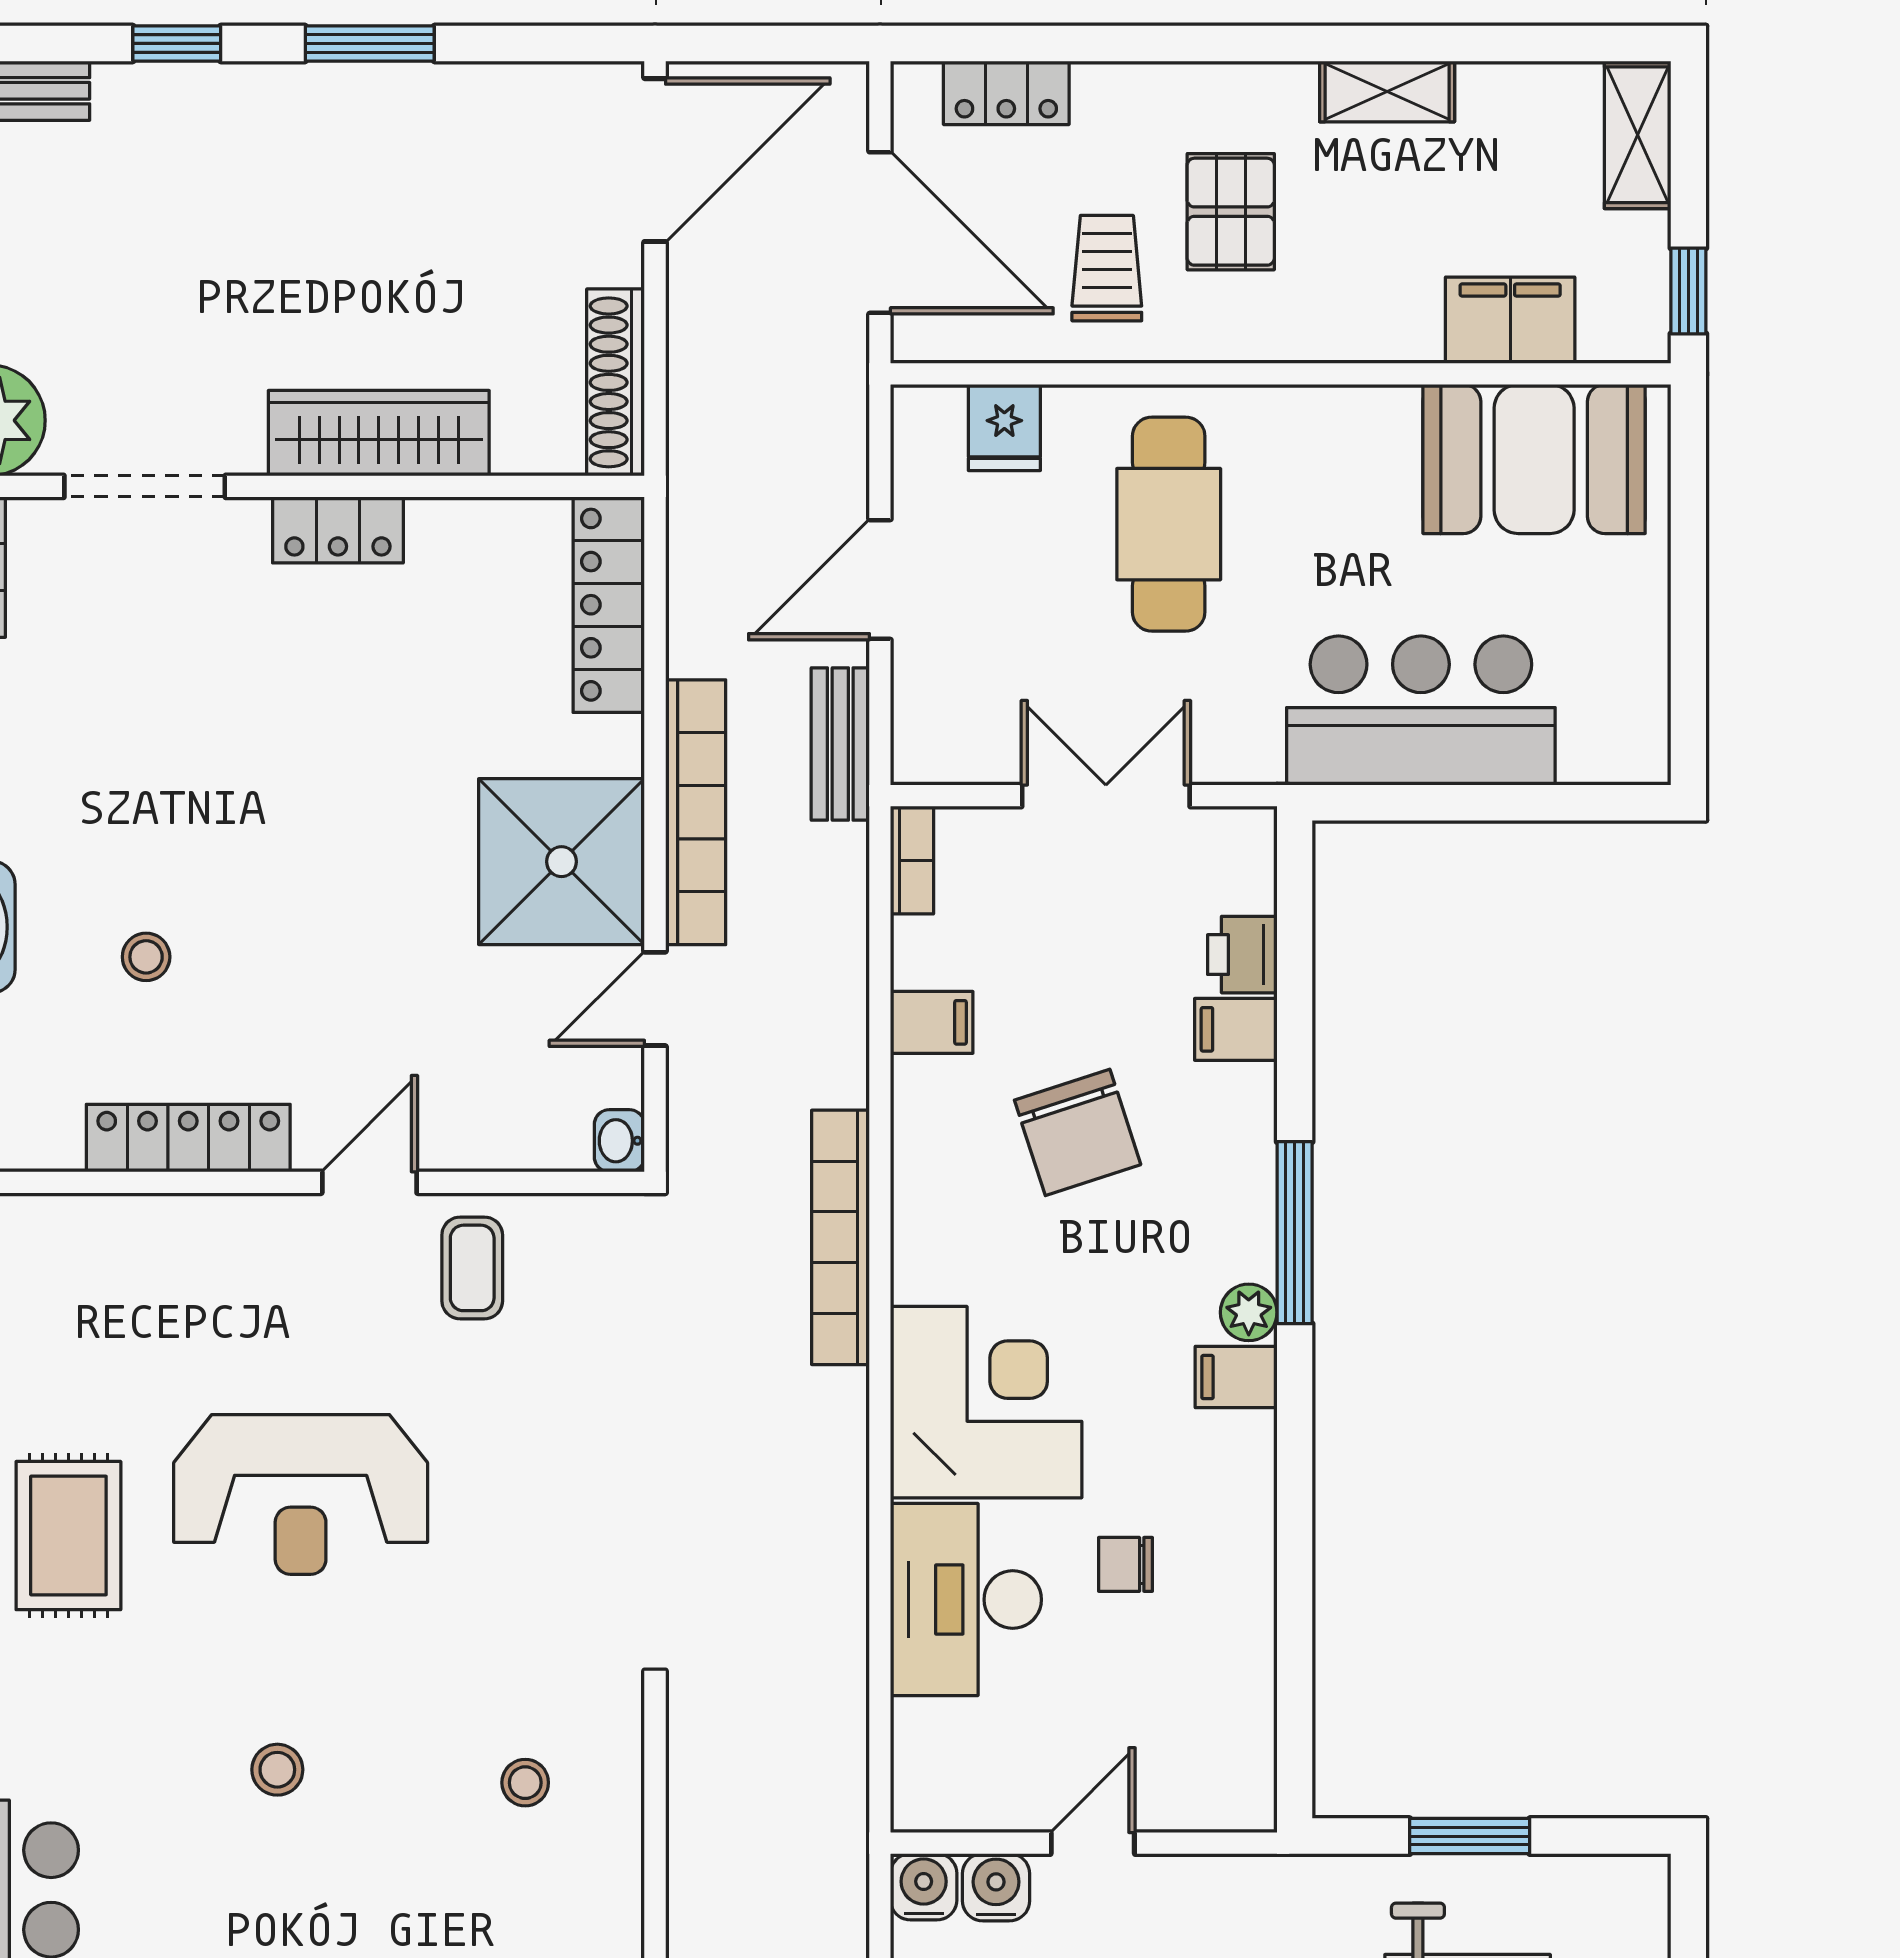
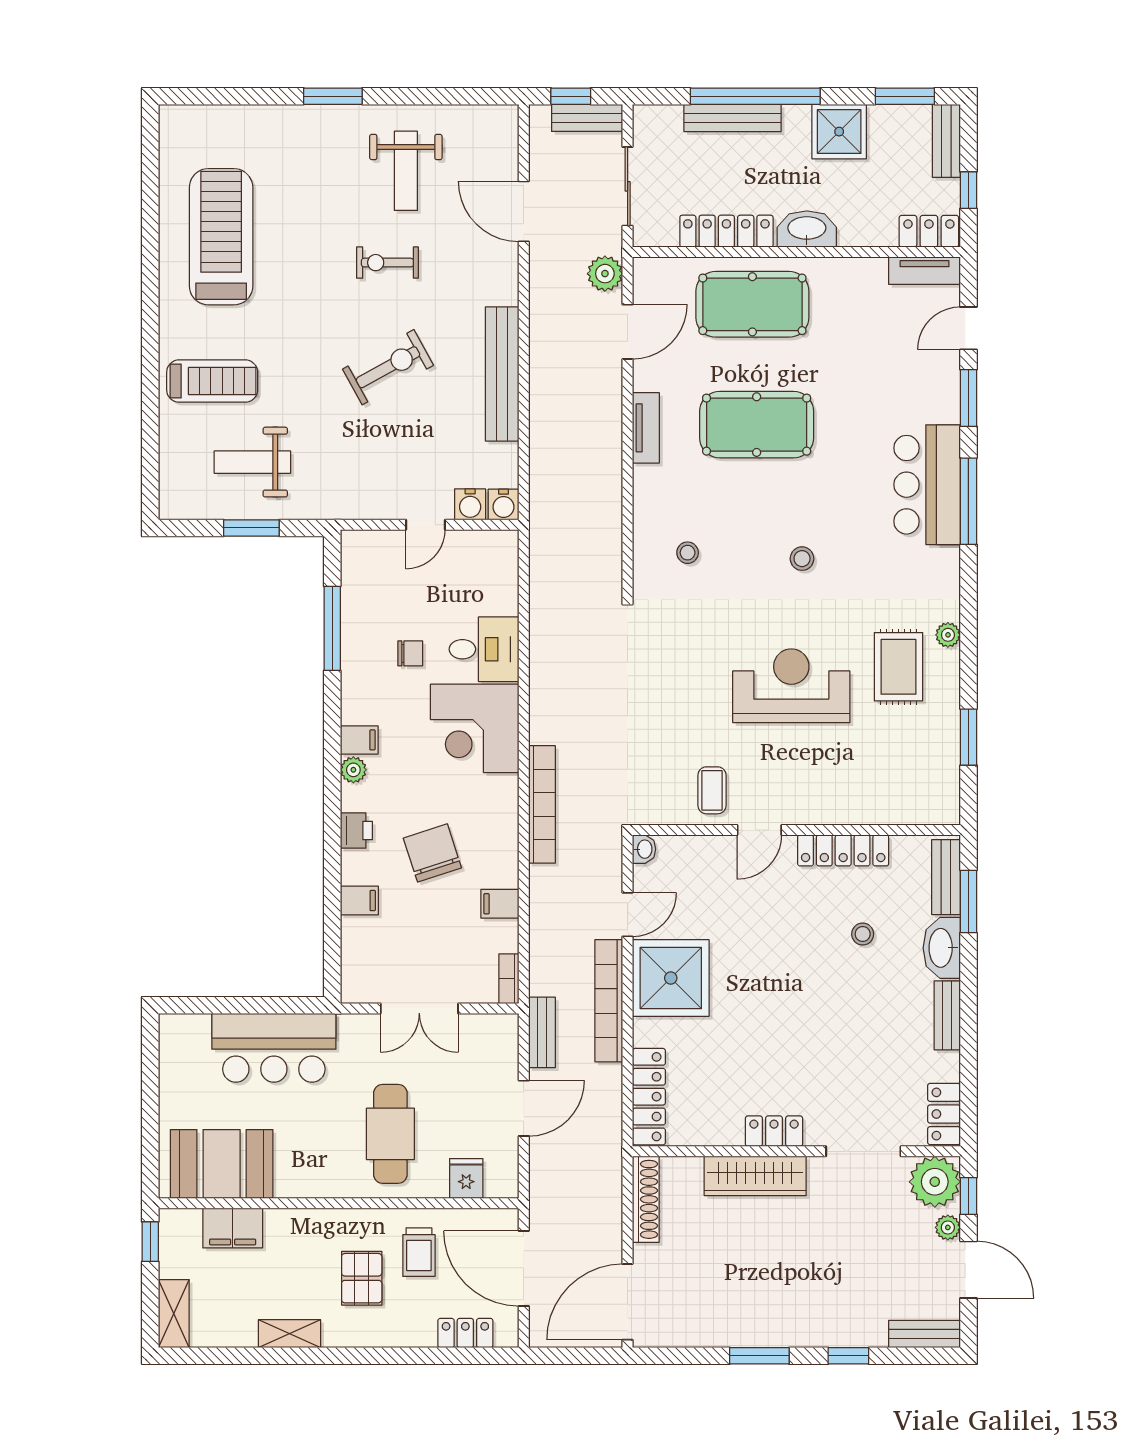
printer: (1242, 955) -> (356, 831), moved
window: (1295, 1233) -> (332, 628), moved
desk: (966, 1600) -> (484, 649), width x0.73

